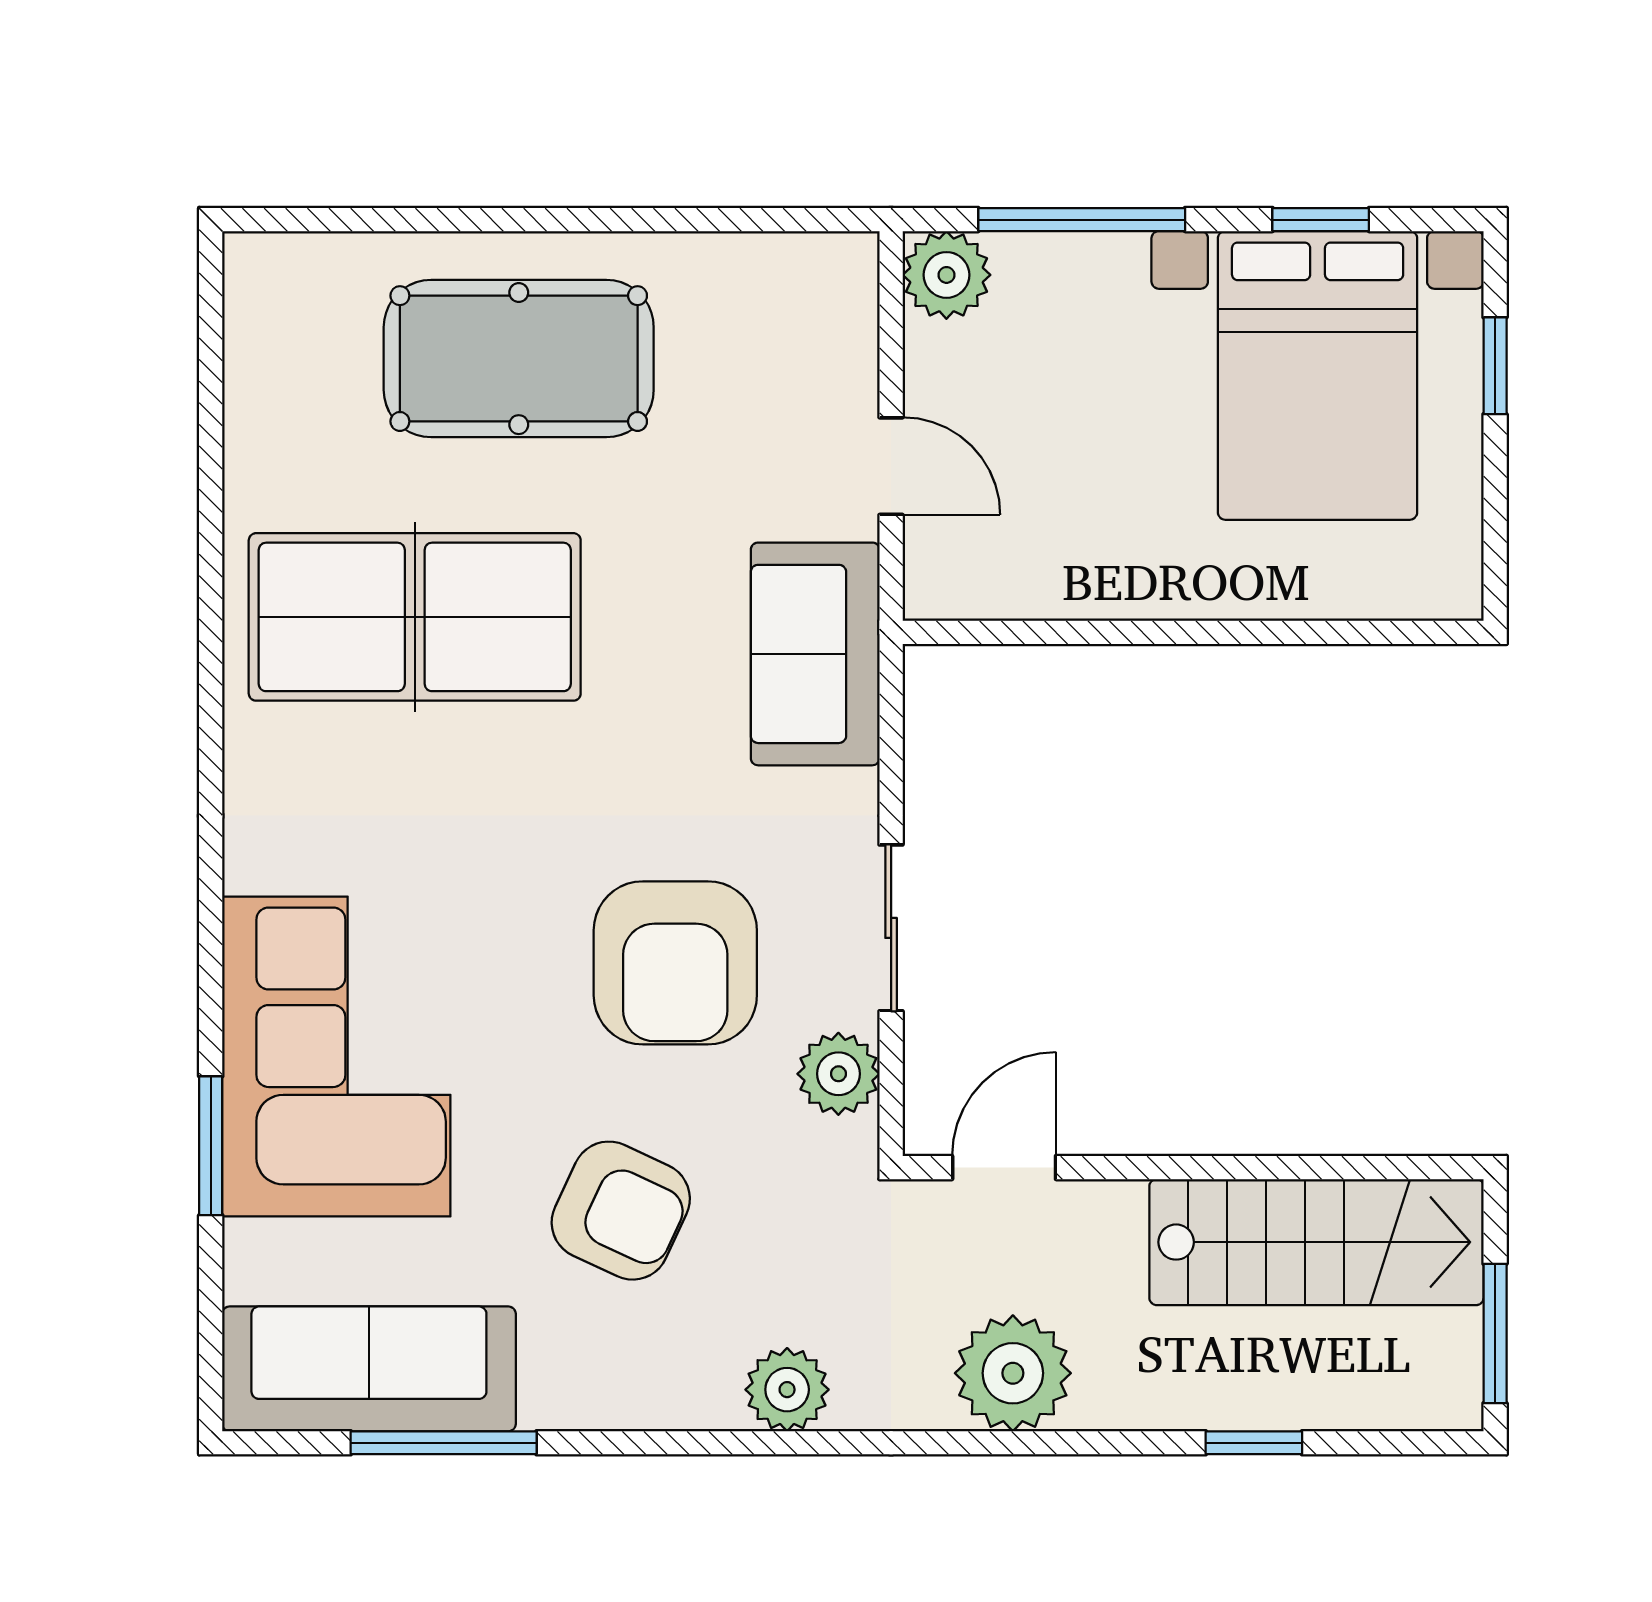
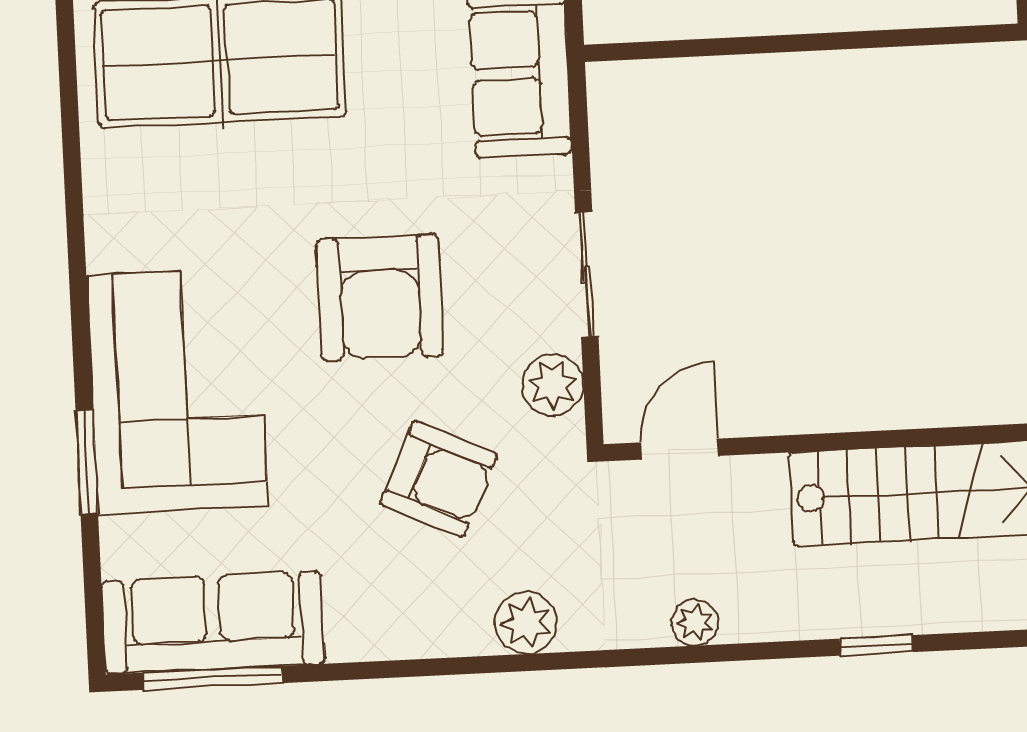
armchair: (675, 963) -> (380, 297), moved
armchair: (621, 1211) -> (439, 479), moved
plant: (1013, 1373) -> (695, 623), width x0.53, depth x0.53
window: (444, 1443) -> (213, 678), moved

